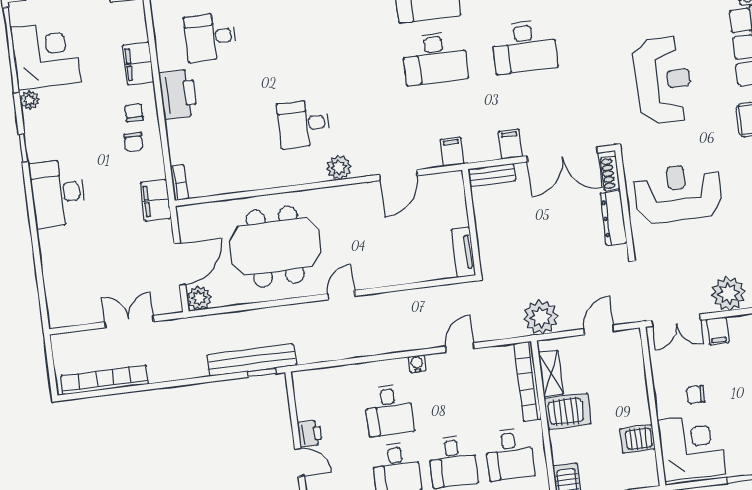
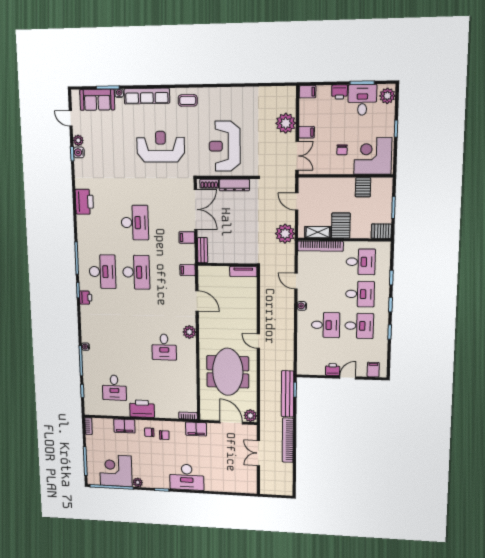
bookcase: (105, 380) -> (288, 440), moved

